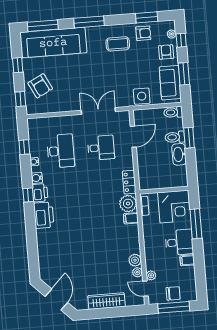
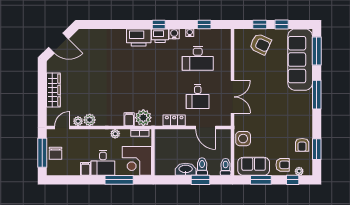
coffee table: (118, 44) -> (294, 120), removed
armchair: (40, 86) -> (260, 44), turned -128
window: (20, 99) -> (260, 24), moved
locker: (129, 182) -> (174, 120), moved
plant: (151, 275) -> (115, 134), moved

